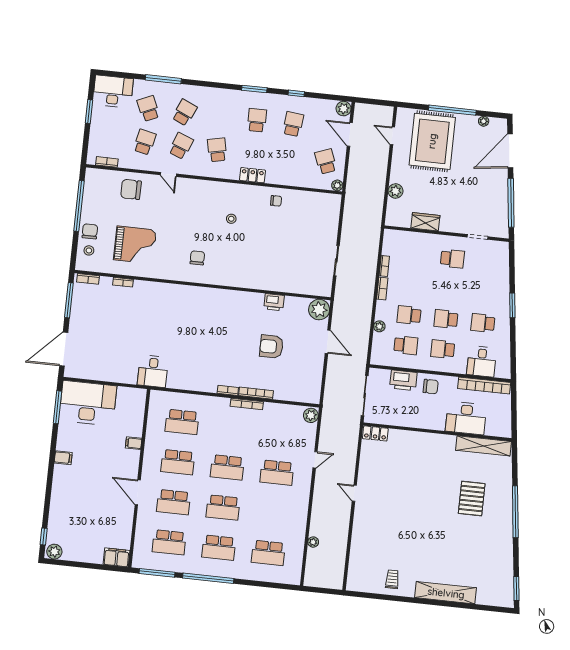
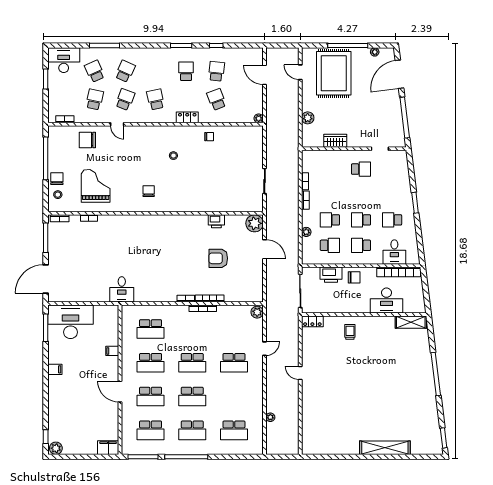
plant: (344, 109) -> (257, 54), removed
school desk: (326, 161) -> (216, 99), moved
grand piano: (135, 245) -> (96, 186), turned -90
shelving: (484, 446) -> (411, 322), width x0.68
pallet: (472, 499) -> (398, 367), removed
trolley: (392, 579) -> (350, 332), moved

